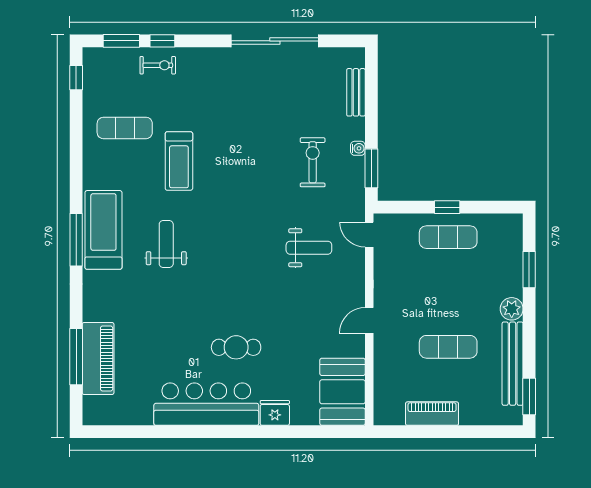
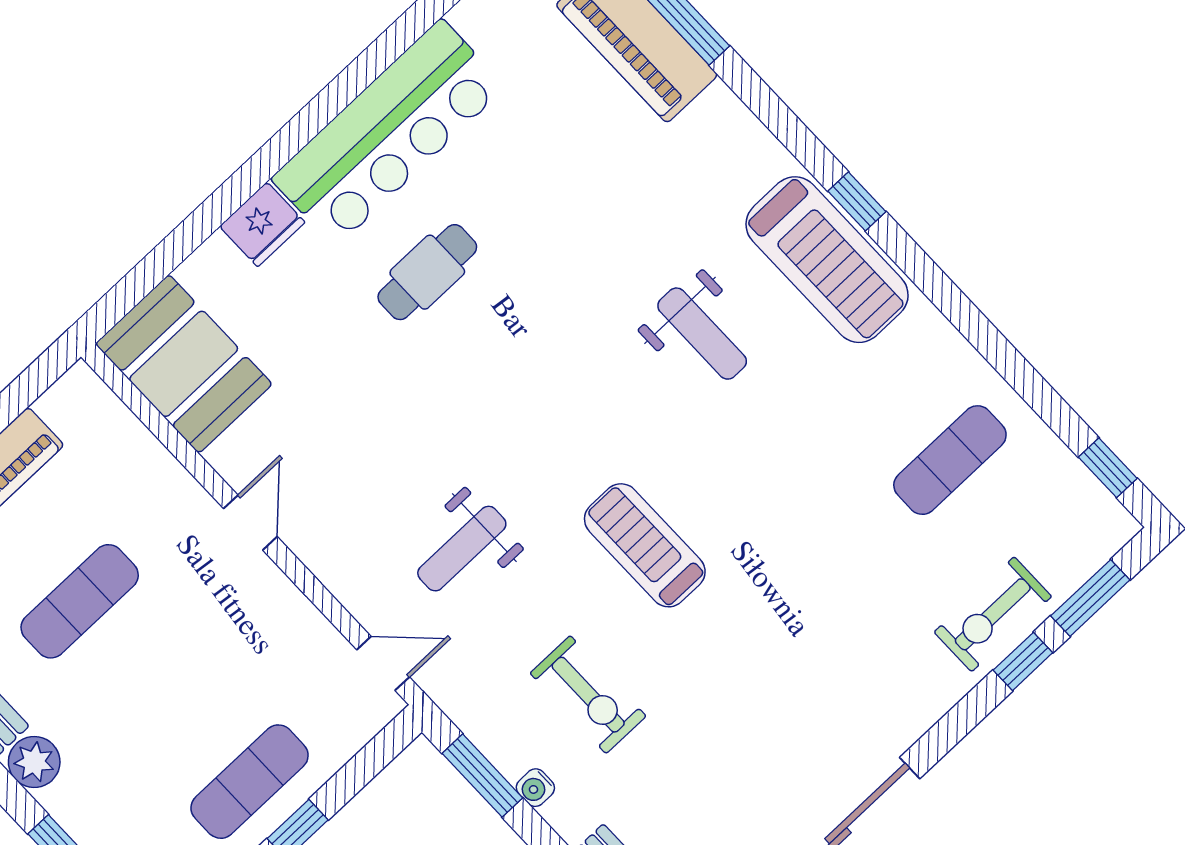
exercise bike: (158, 65) -> (993, 614), width x1.38, depth x1.39
treadmill: (179, 161) -> (645, 545), moved
window: (76, 240) -> (857, 201), width x0.46

